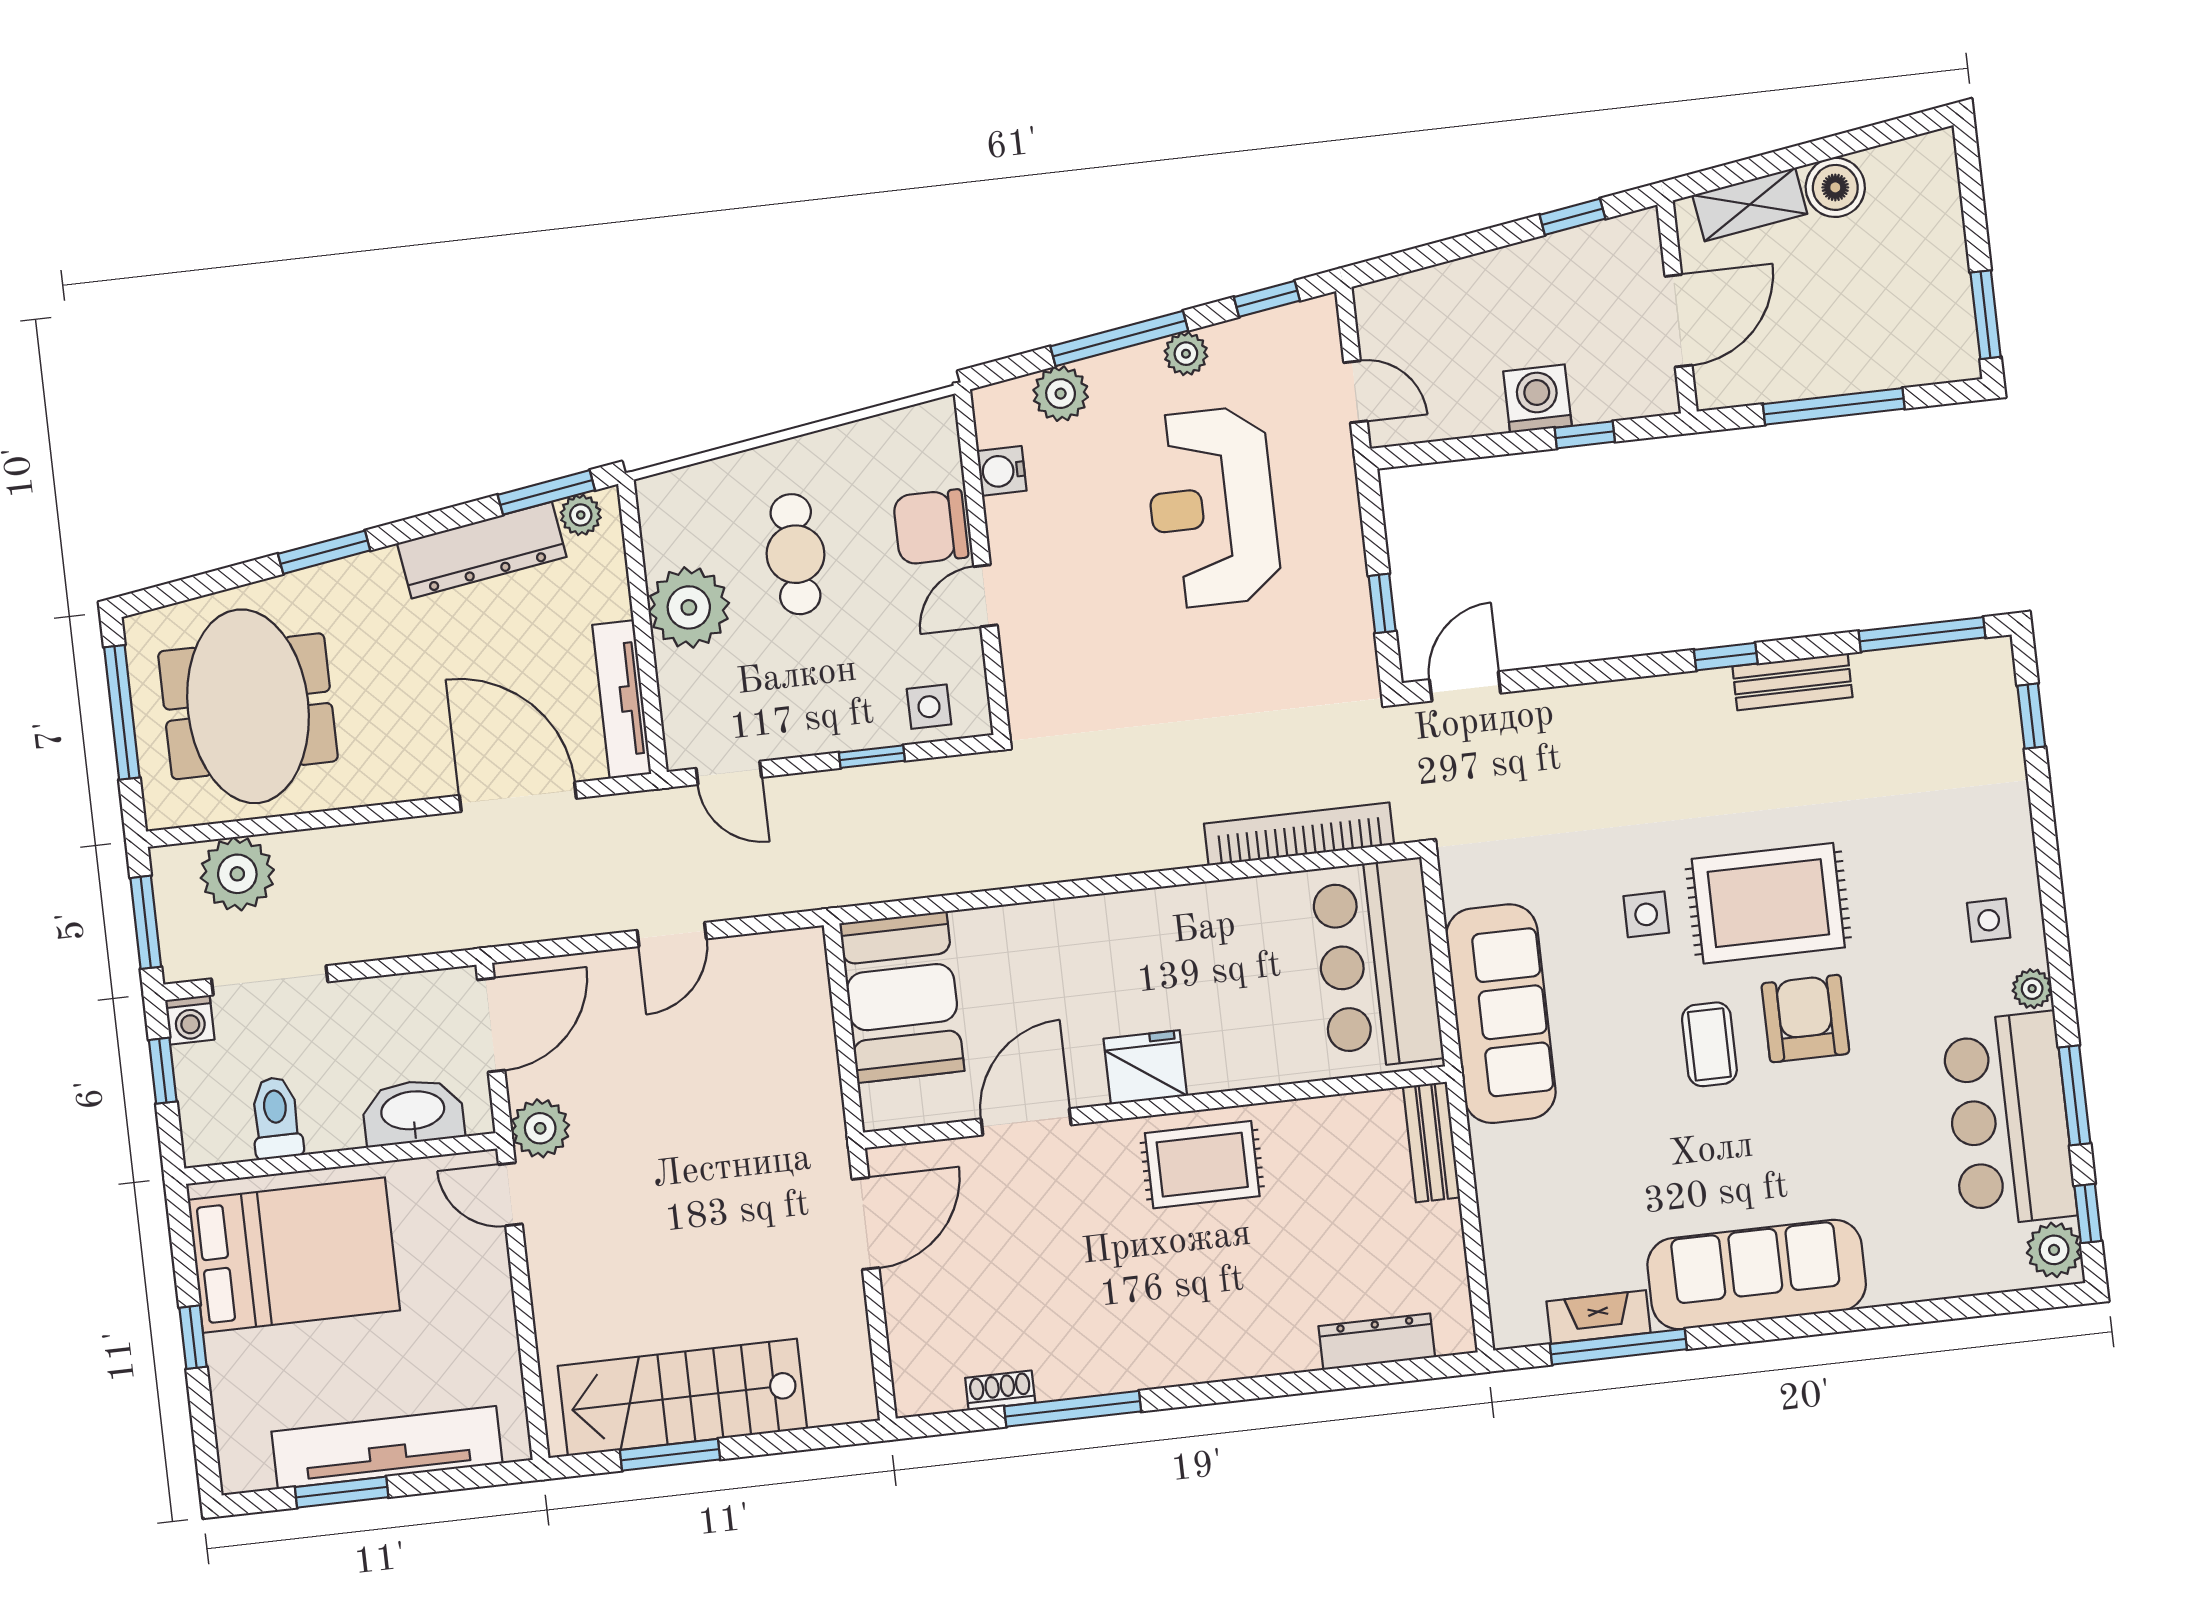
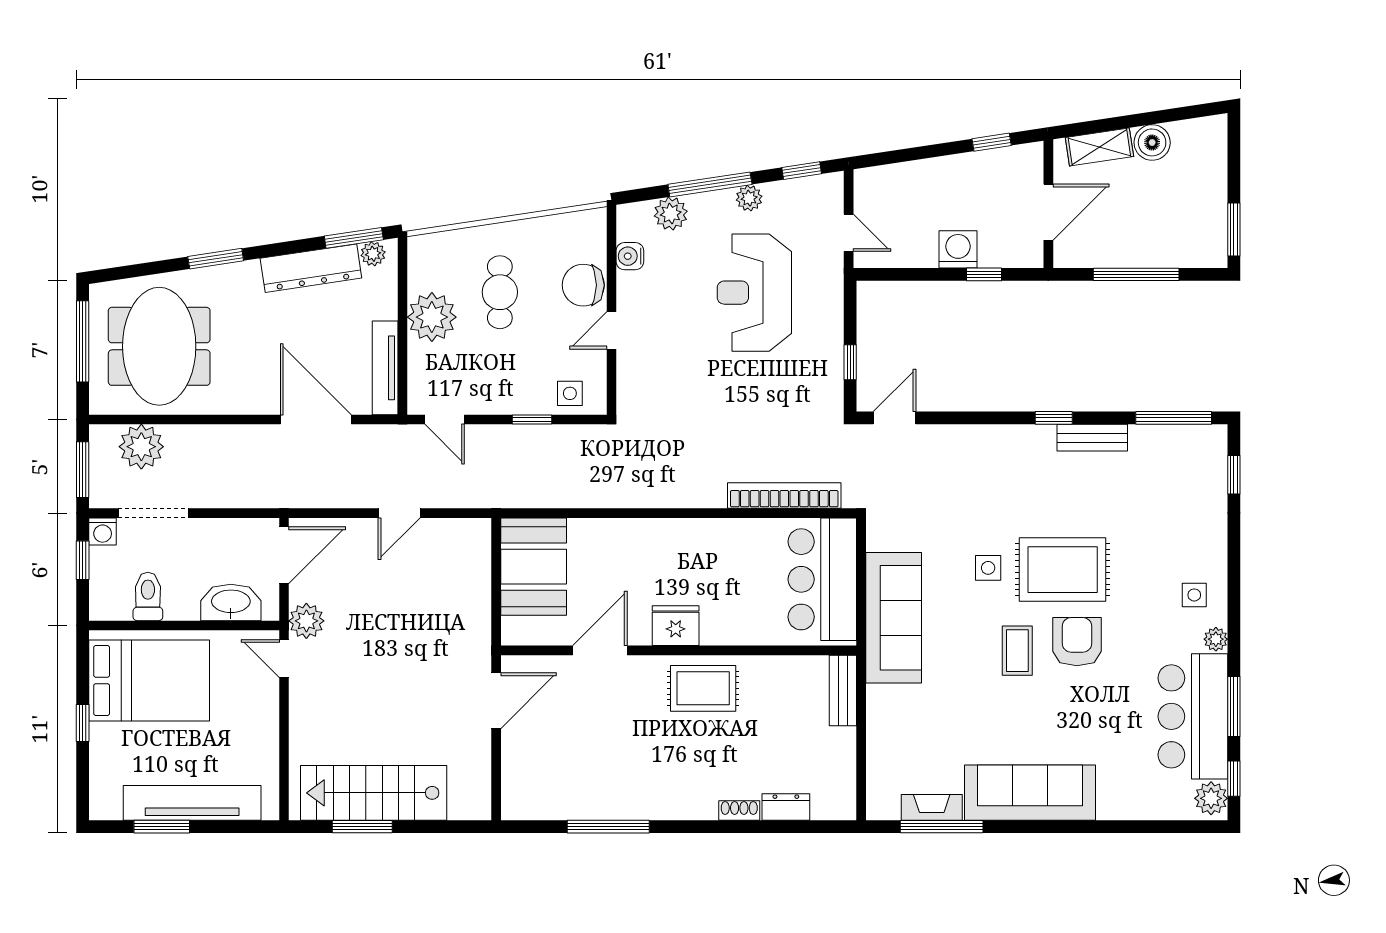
dresser: (1377, 1342) -> (786, 807), width x0.70
shoe rack: (1000, 1390) -> (739, 811), moved

